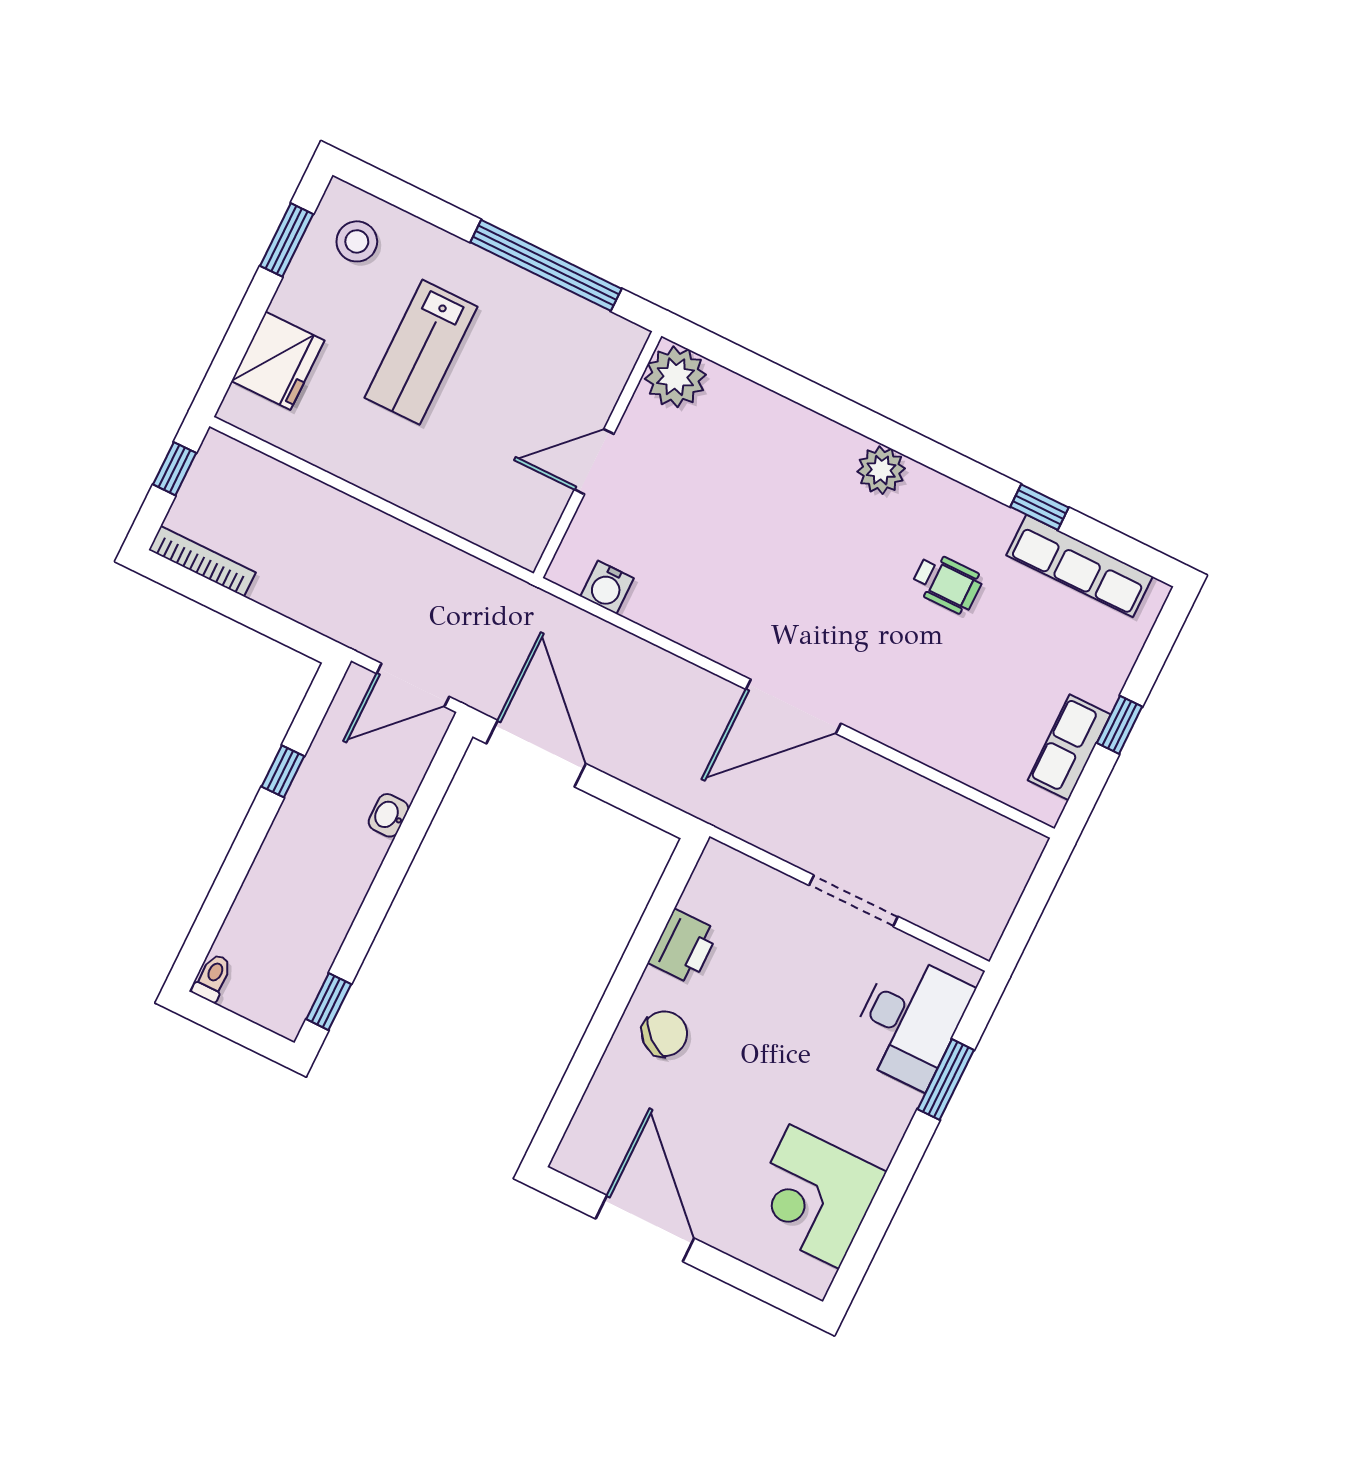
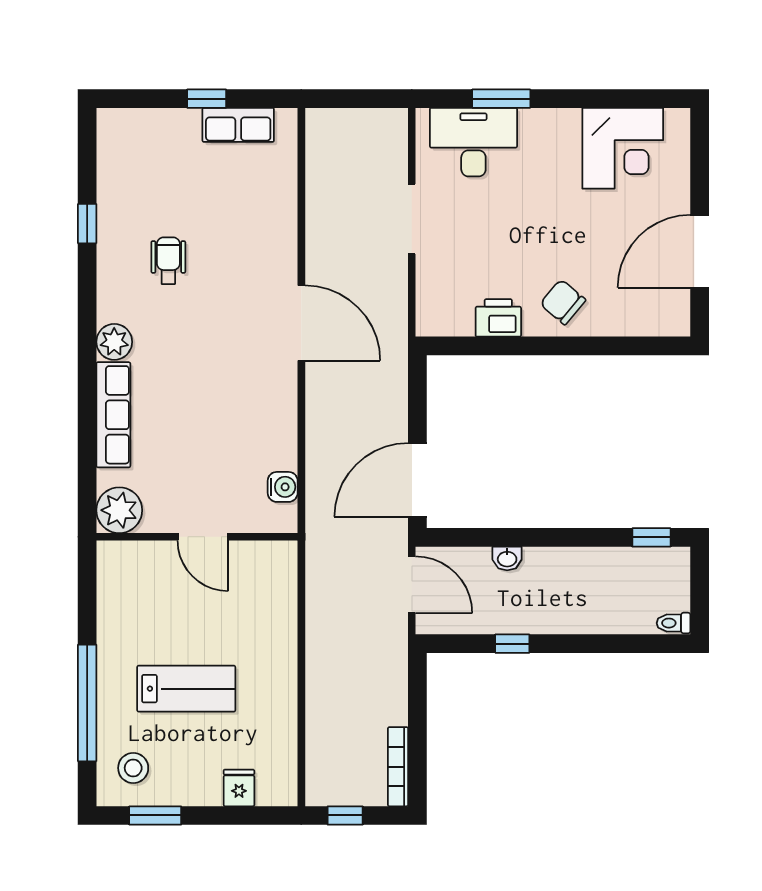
window: (546, 265) -> (87, 703), moved
fridge: (278, 361) -> (239, 788), width x0.53, depth x0.75
row of seats: (1080, 566) -> (113, 415), moved

